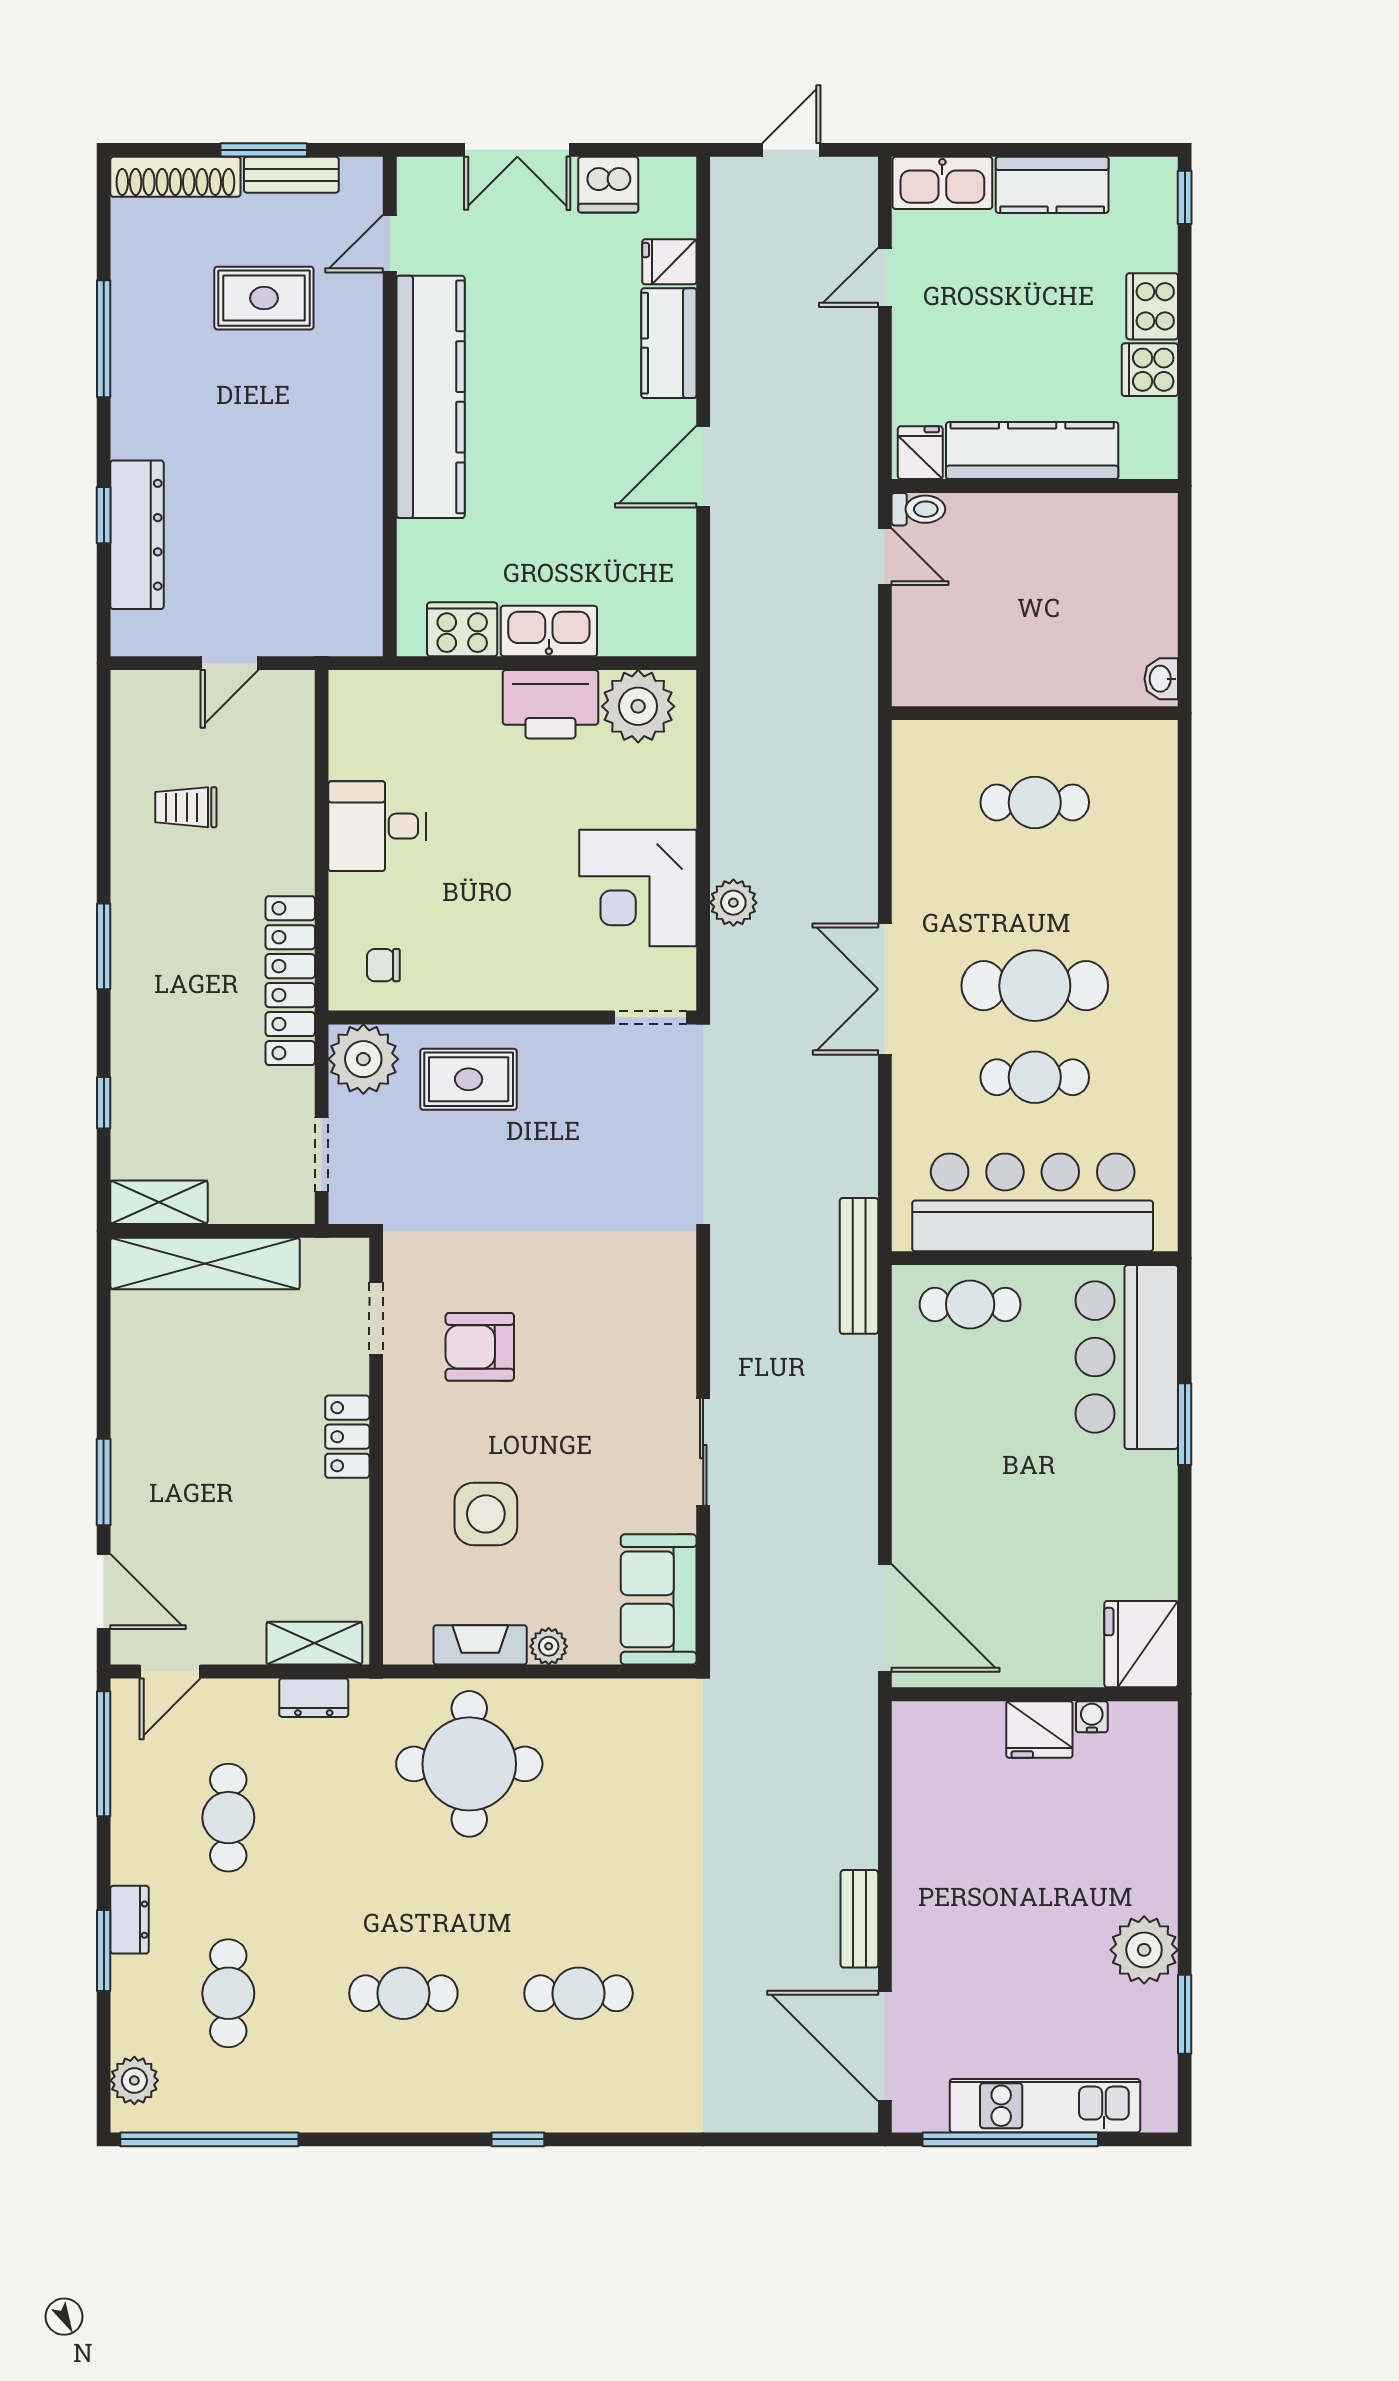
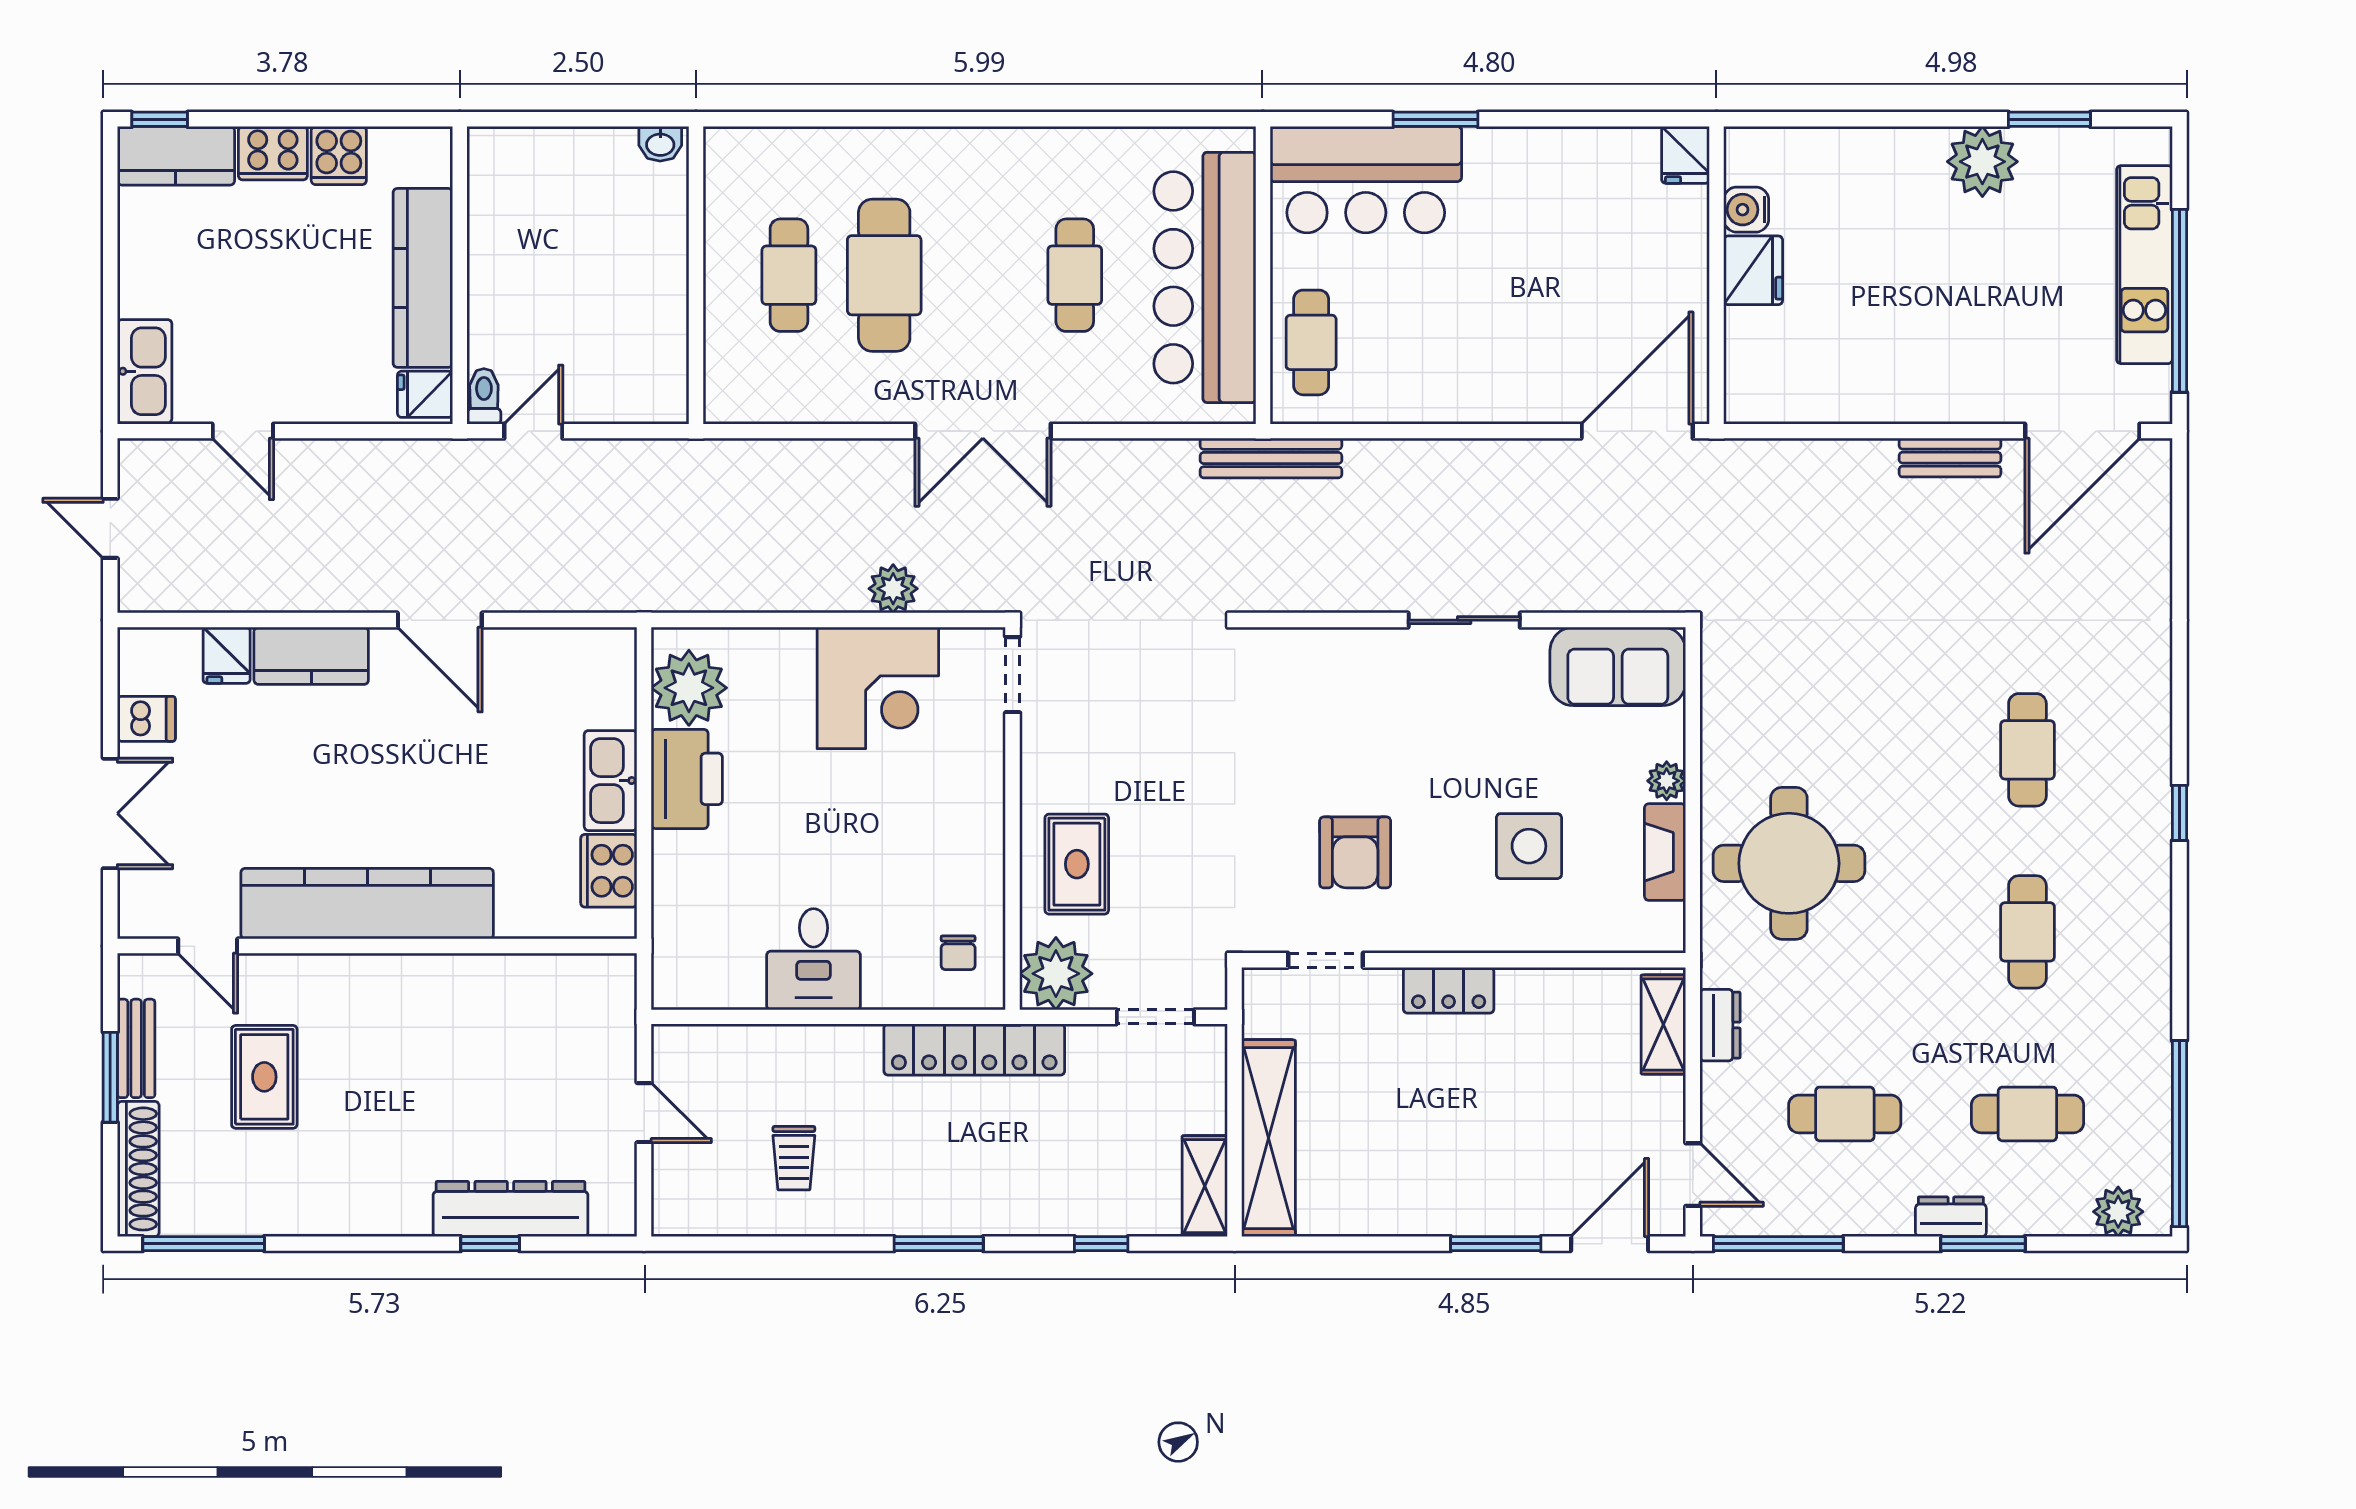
dishwasher: (608, 185) -> (146, 719), width x0.73
kitchen counter: (1052, 185) -> (176, 156), moved, turned 90
window: (104, 339) -> (204, 1244), moved
cafe table: (1035, 986) -> (884, 275), moved
fridge: (1141, 1644) -> (1685, 155), width x0.53, depth x0.75
water cooler: (1092, 1717) -> (1746, 210), width x1.38, depth x1.38

